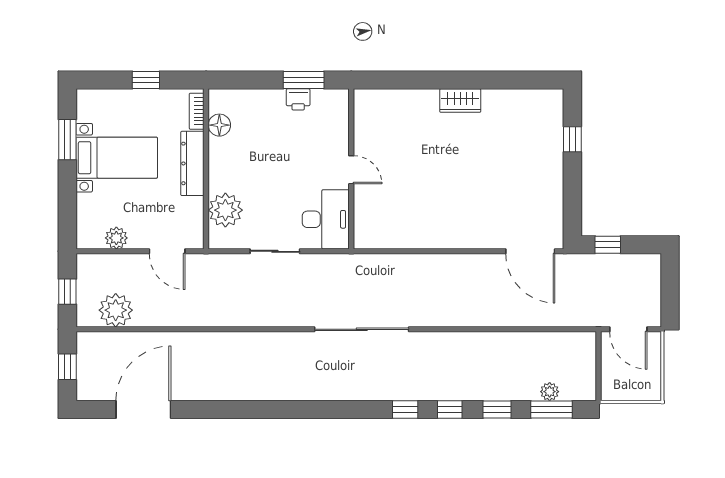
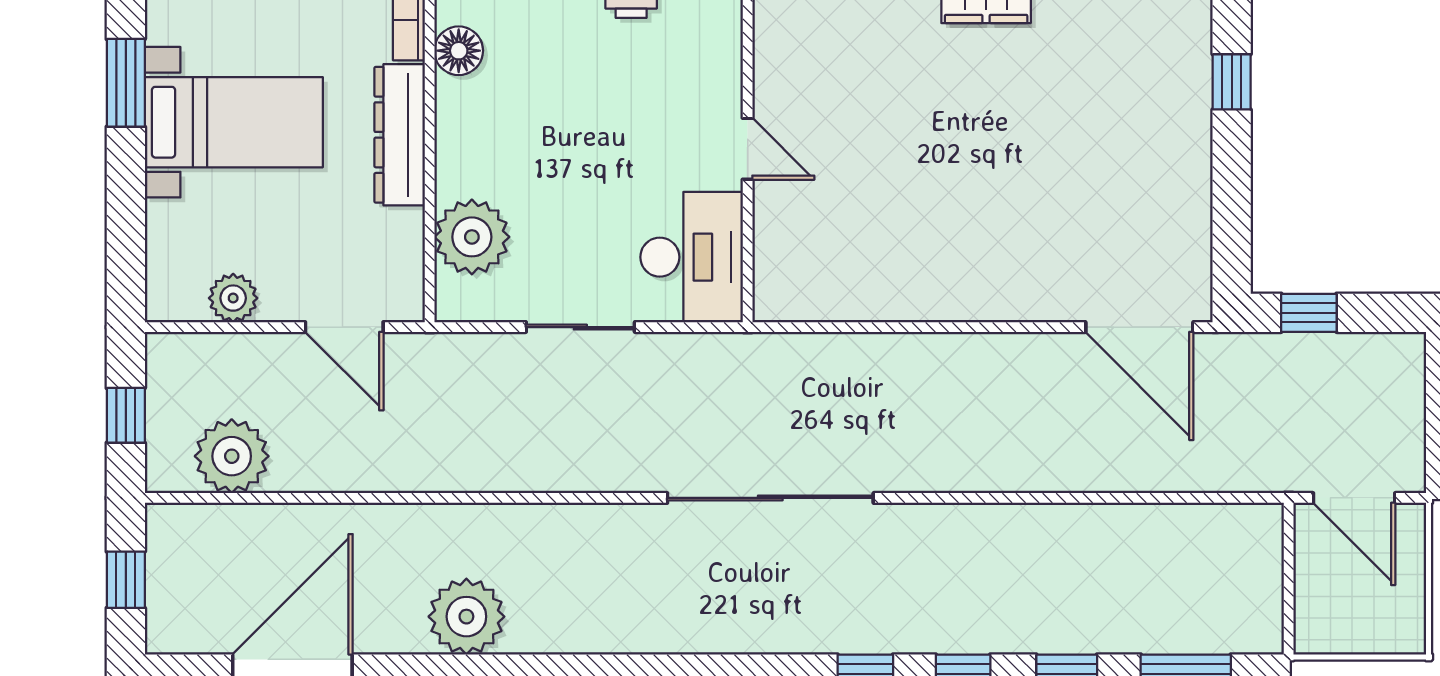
plant: (550, 392) -> (466, 617), moved, width x1.88, depth x1.88

